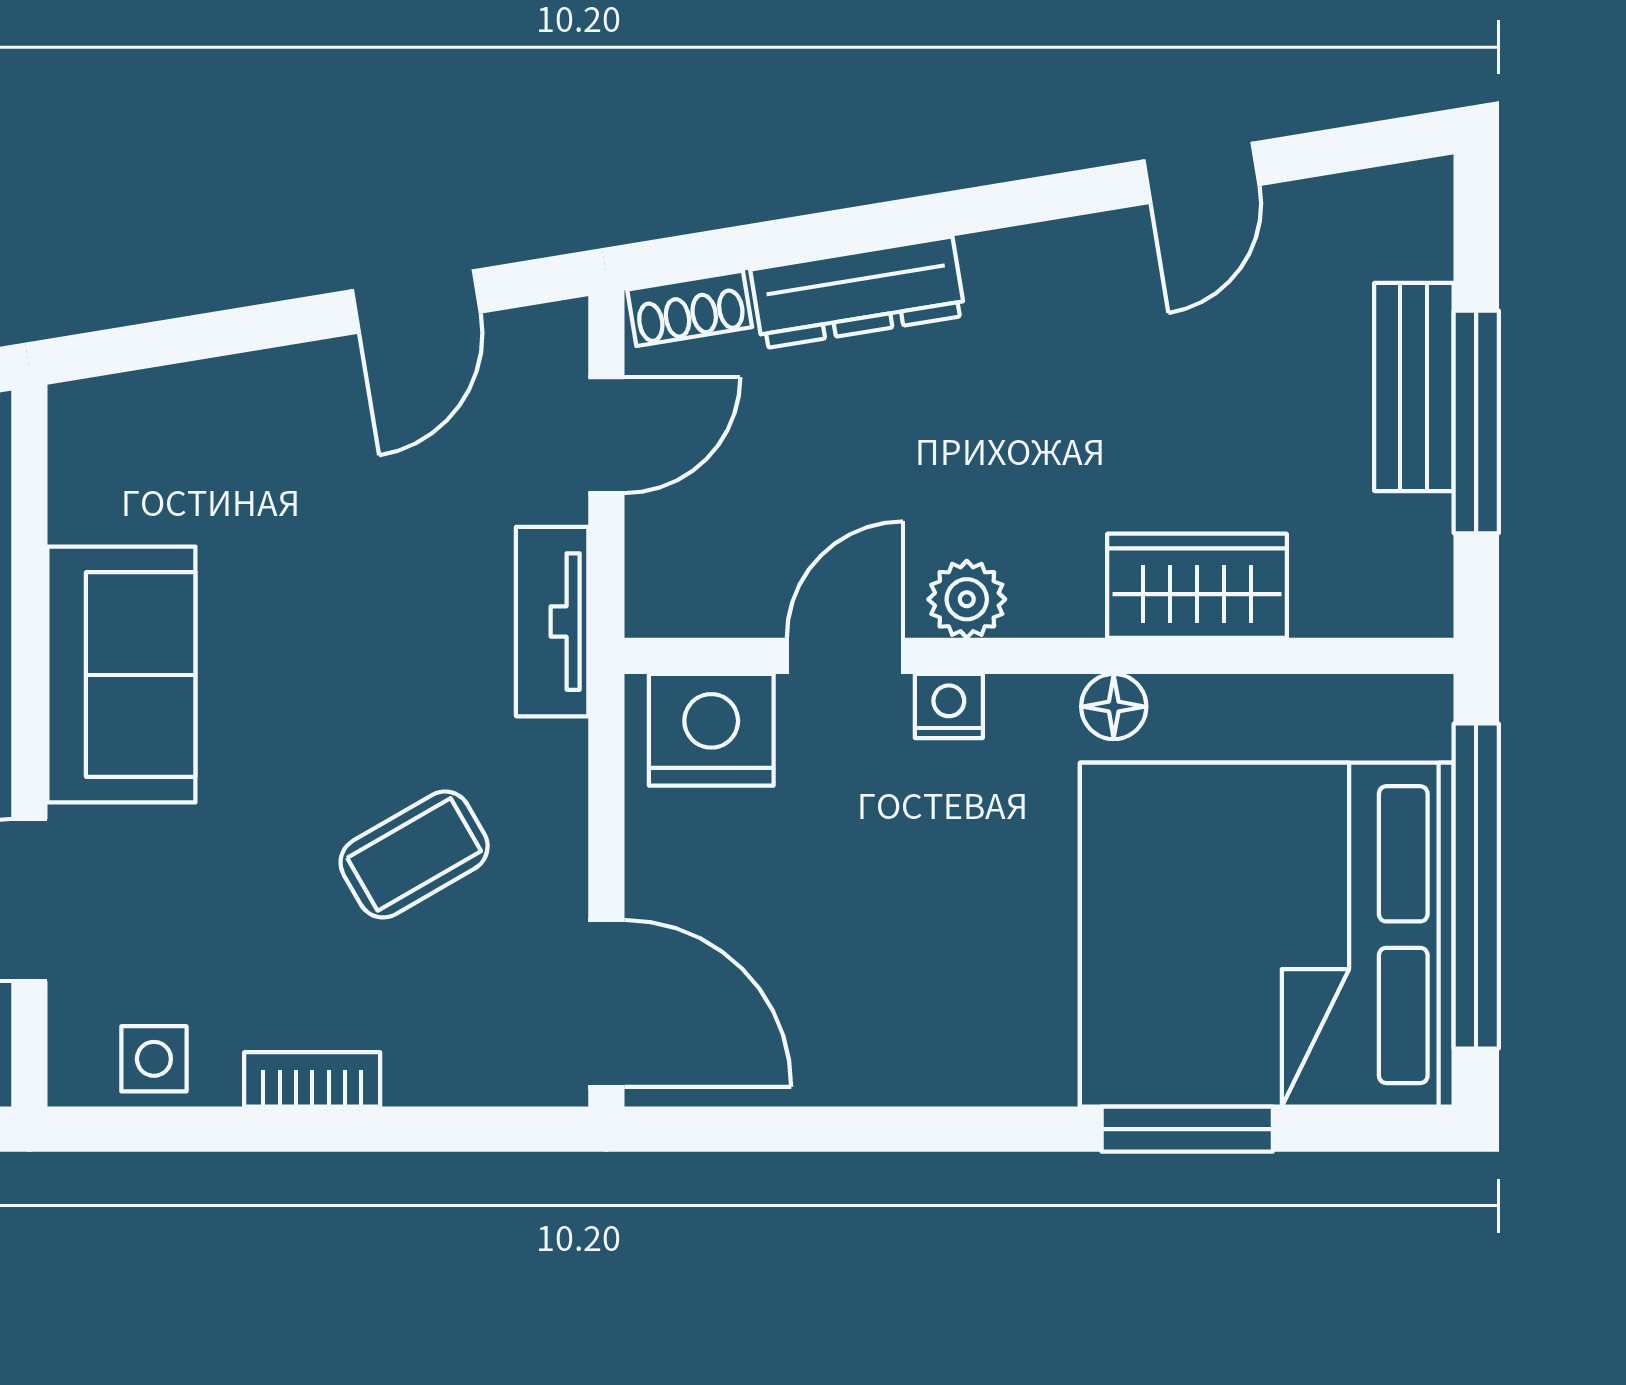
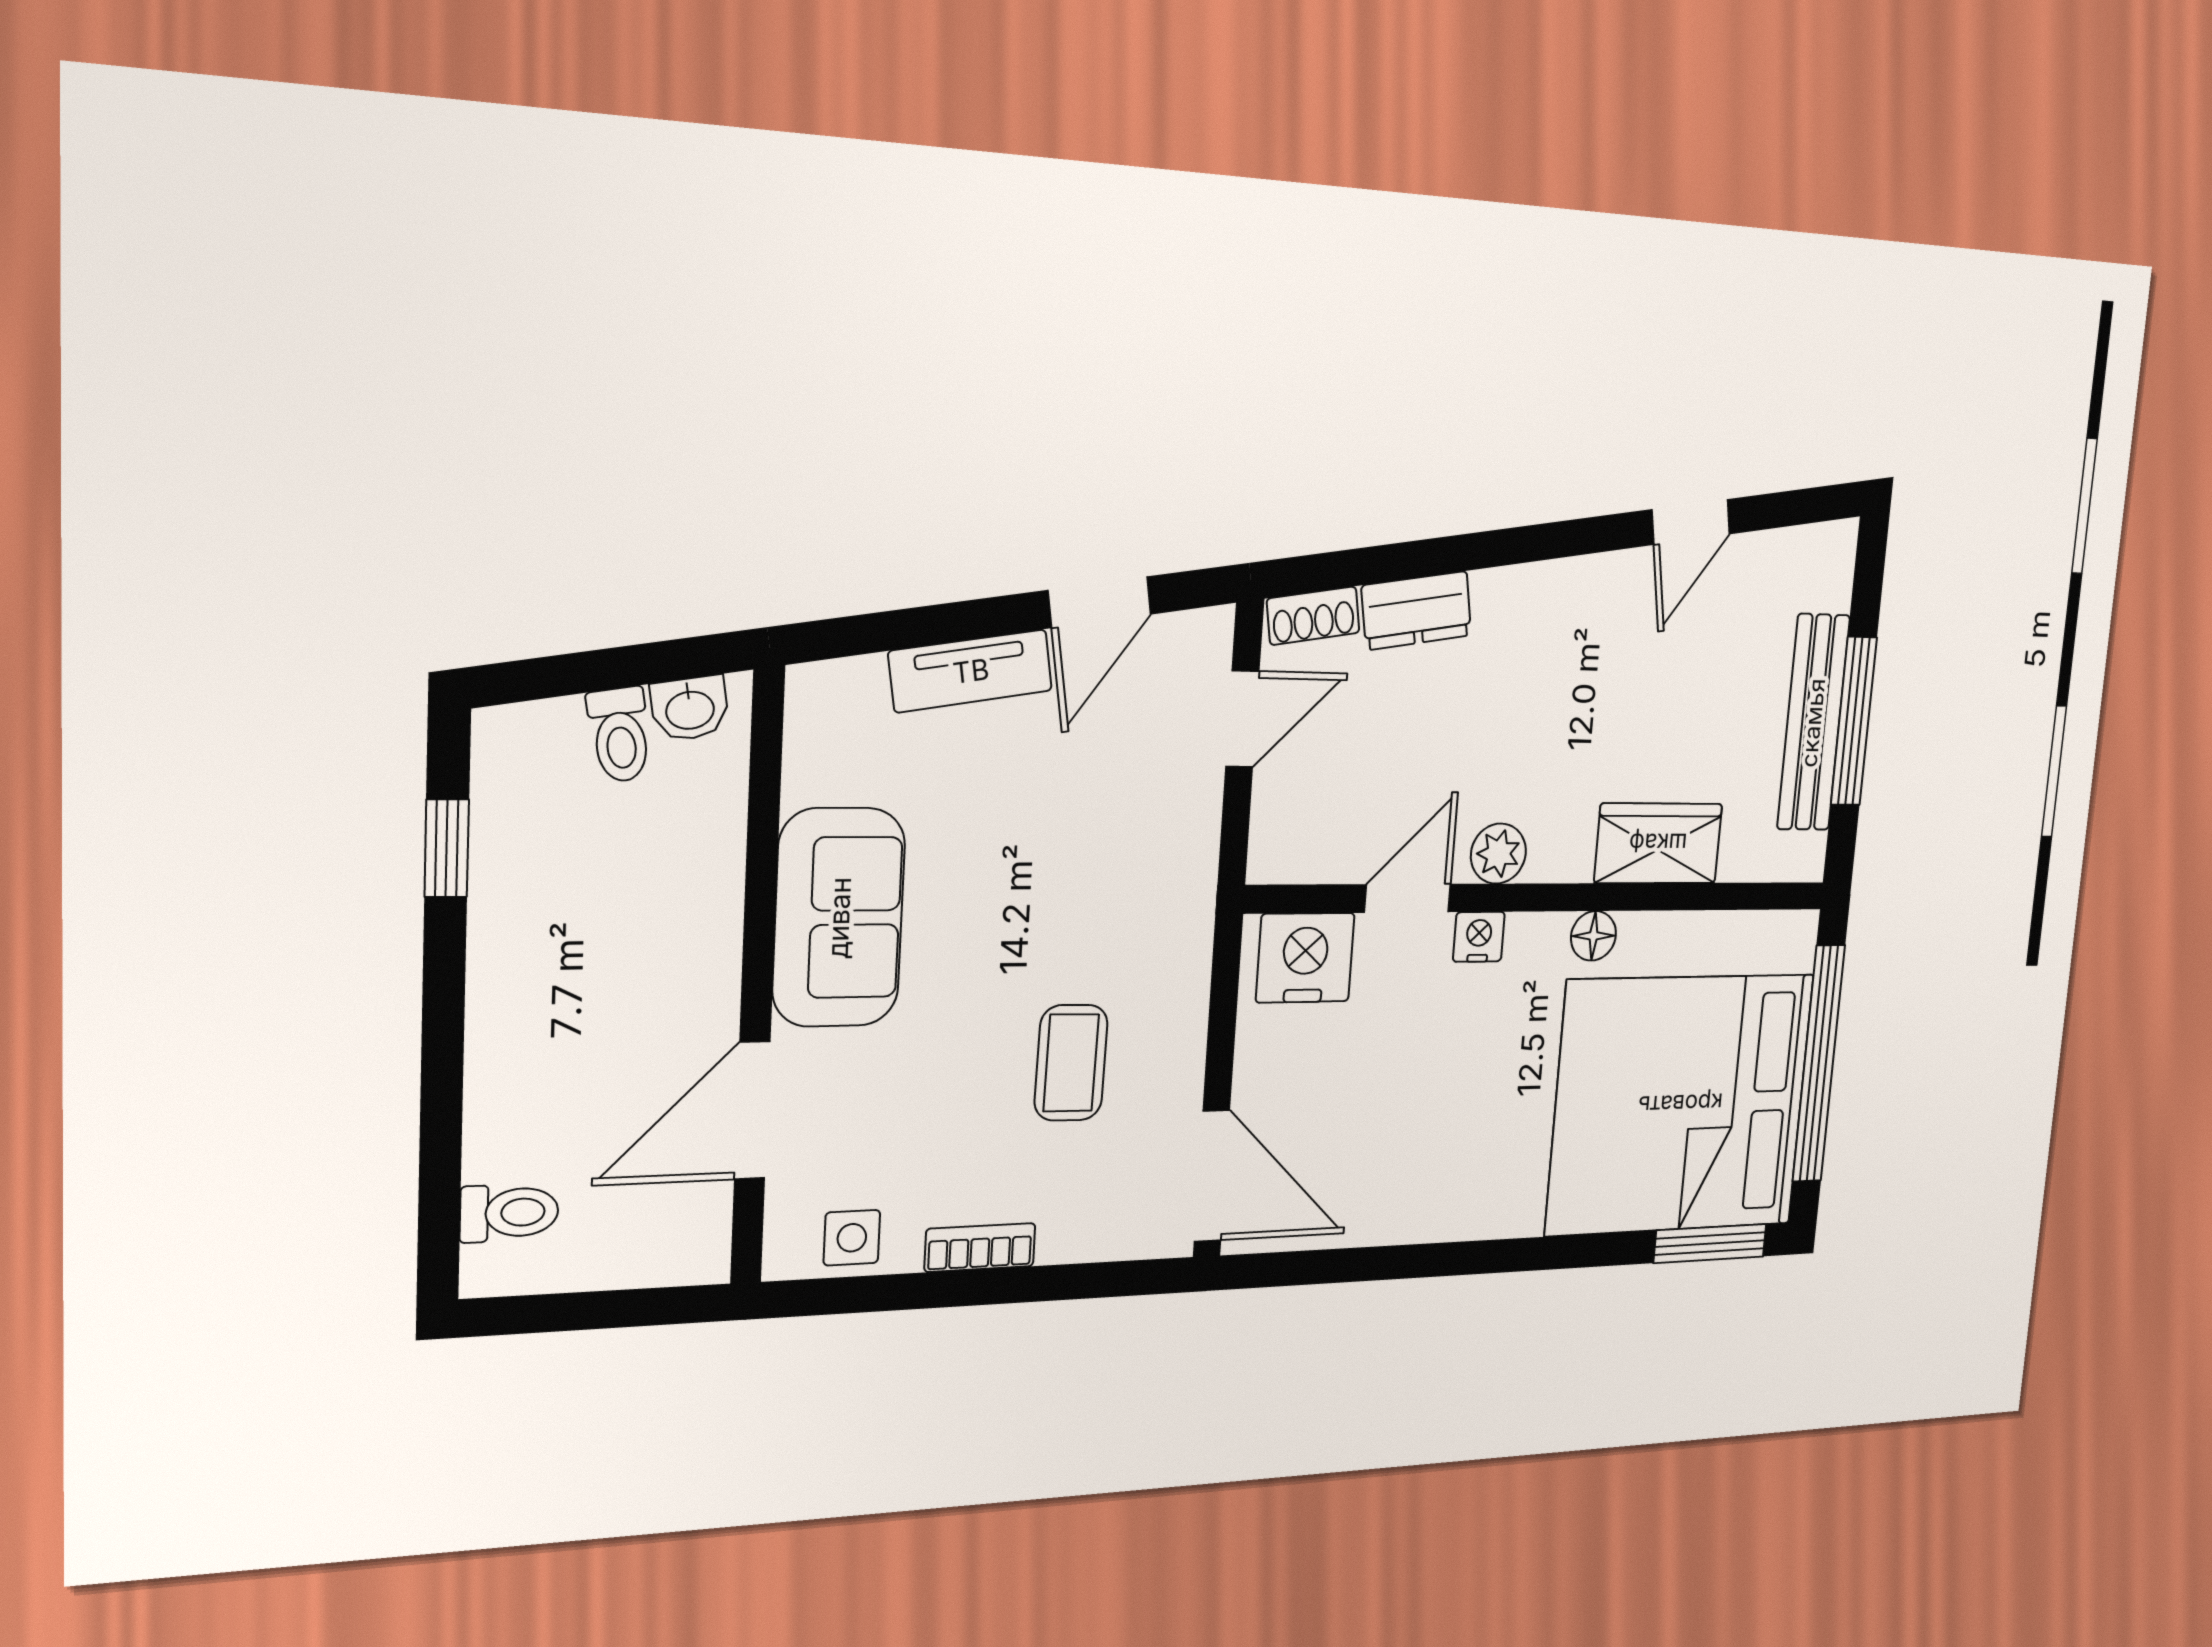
dresser: (858, 293) -> (1417, 611), width x0.70
bench: (1414, 387) -> (1813, 723), width x1.36
tv unit: (552, 622) -> (971, 671), moved, turned -99
coffee table: (414, 854) -> (1071, 1063), turned -59
window: (1187, 1129) -> (1710, 1243), moved

